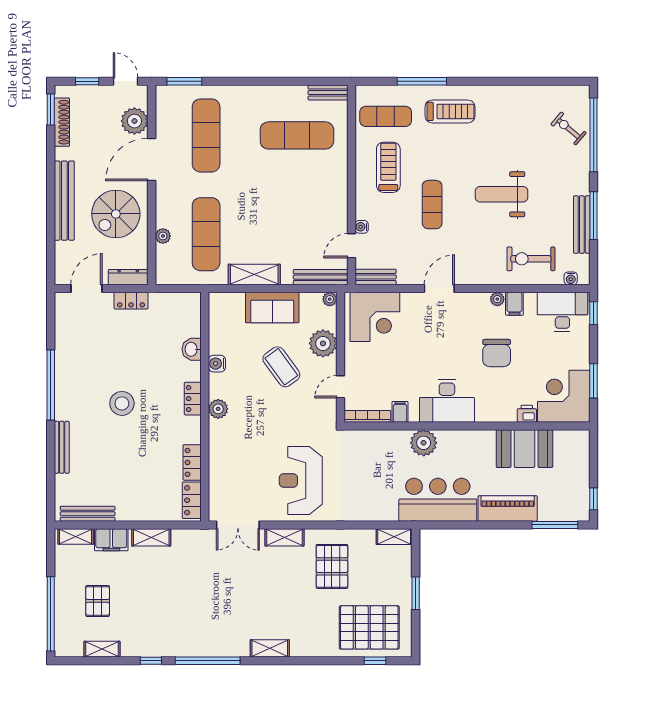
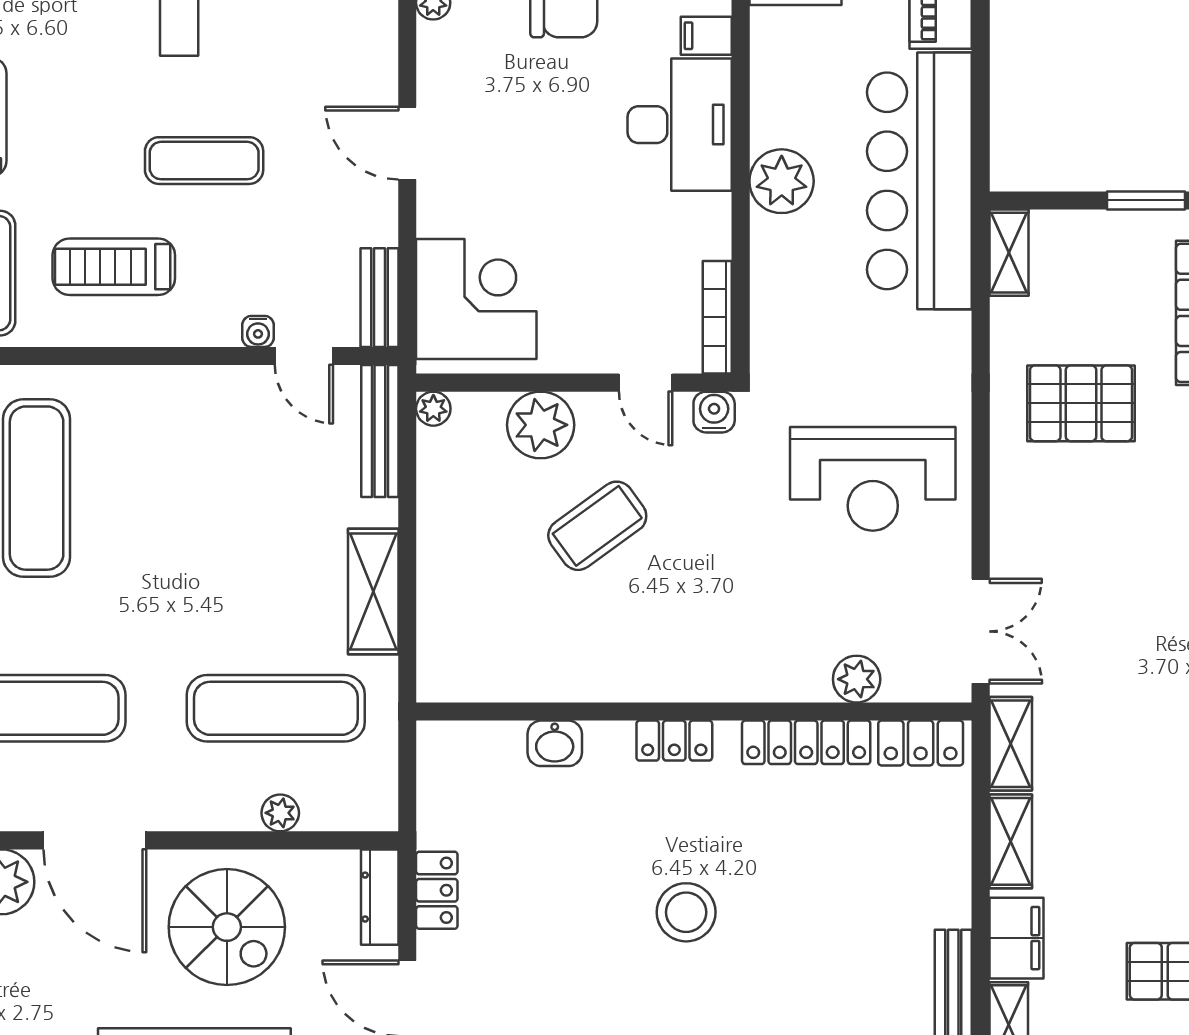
sofa: (272, 308) -> (454, 548), removed
water cooler: (217, 364) -> (714, 412), moved, turned 180
plant: (218, 409) -> (857, 679), moved
filing cabinet: (400, 412) -> (706, 36), moved
locker: (192, 462) -> (806, 742), width x1.53
bar counter: (438, 500) -> (919, 181), width x1.36
shelving: (284, 537) -> (1011, 744), moved

